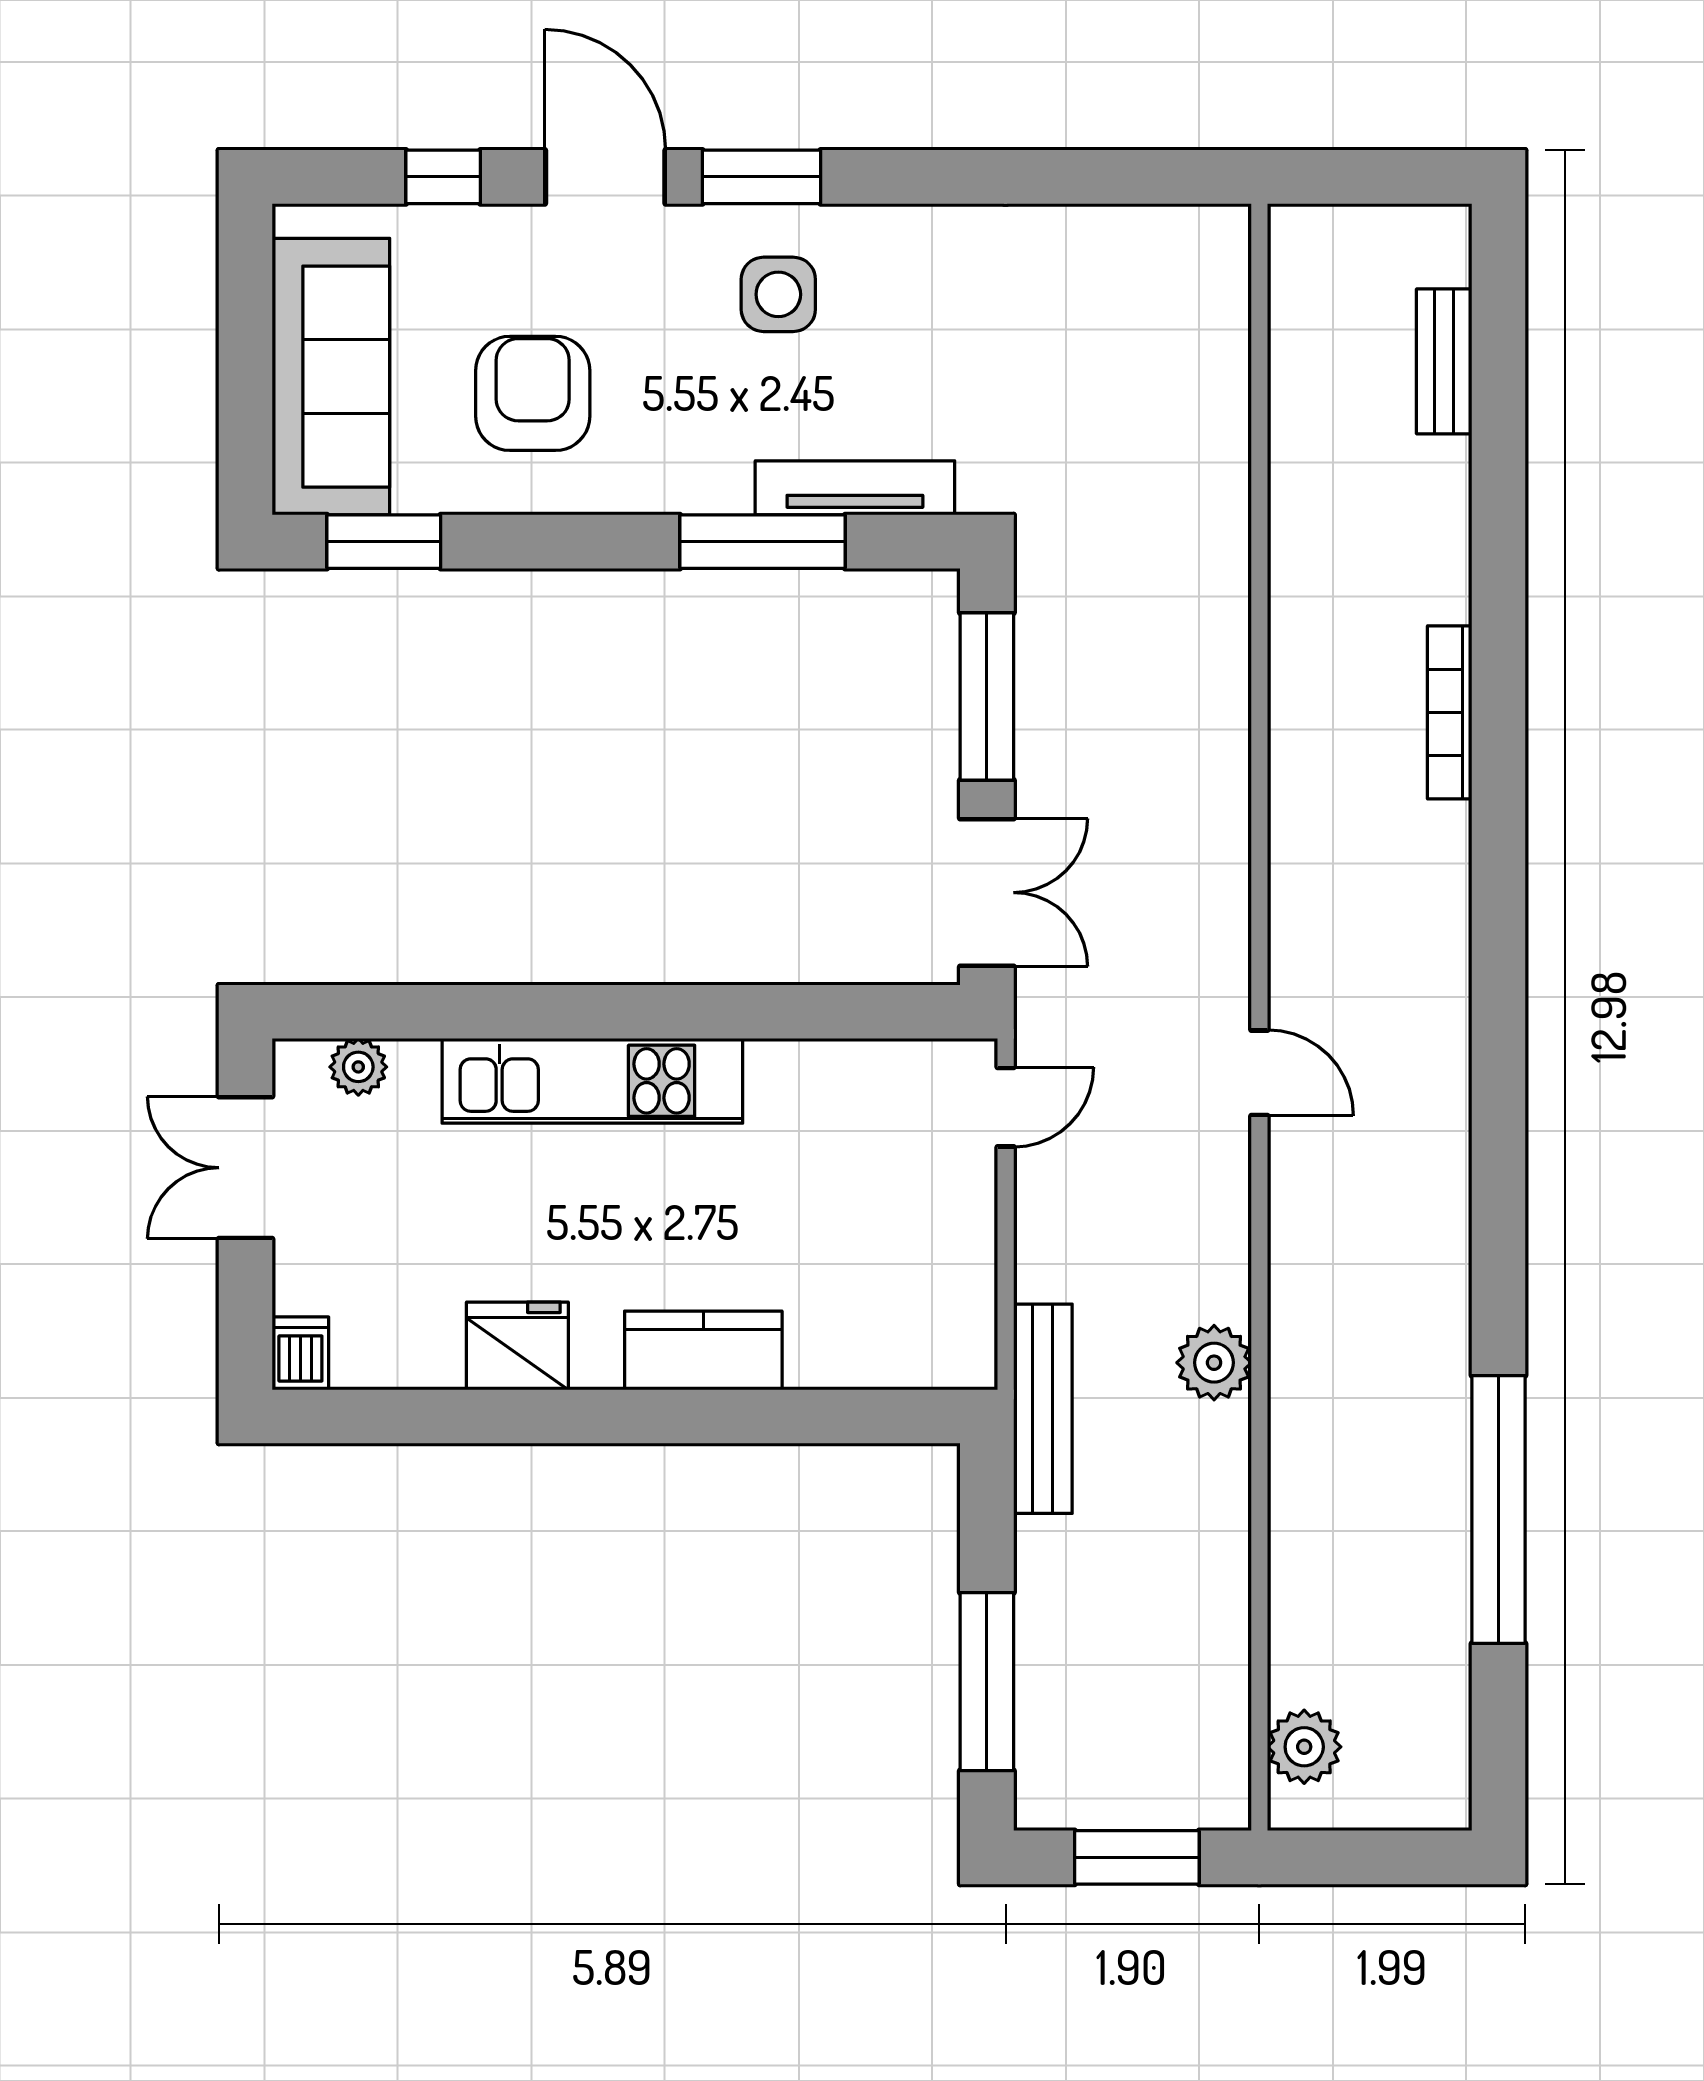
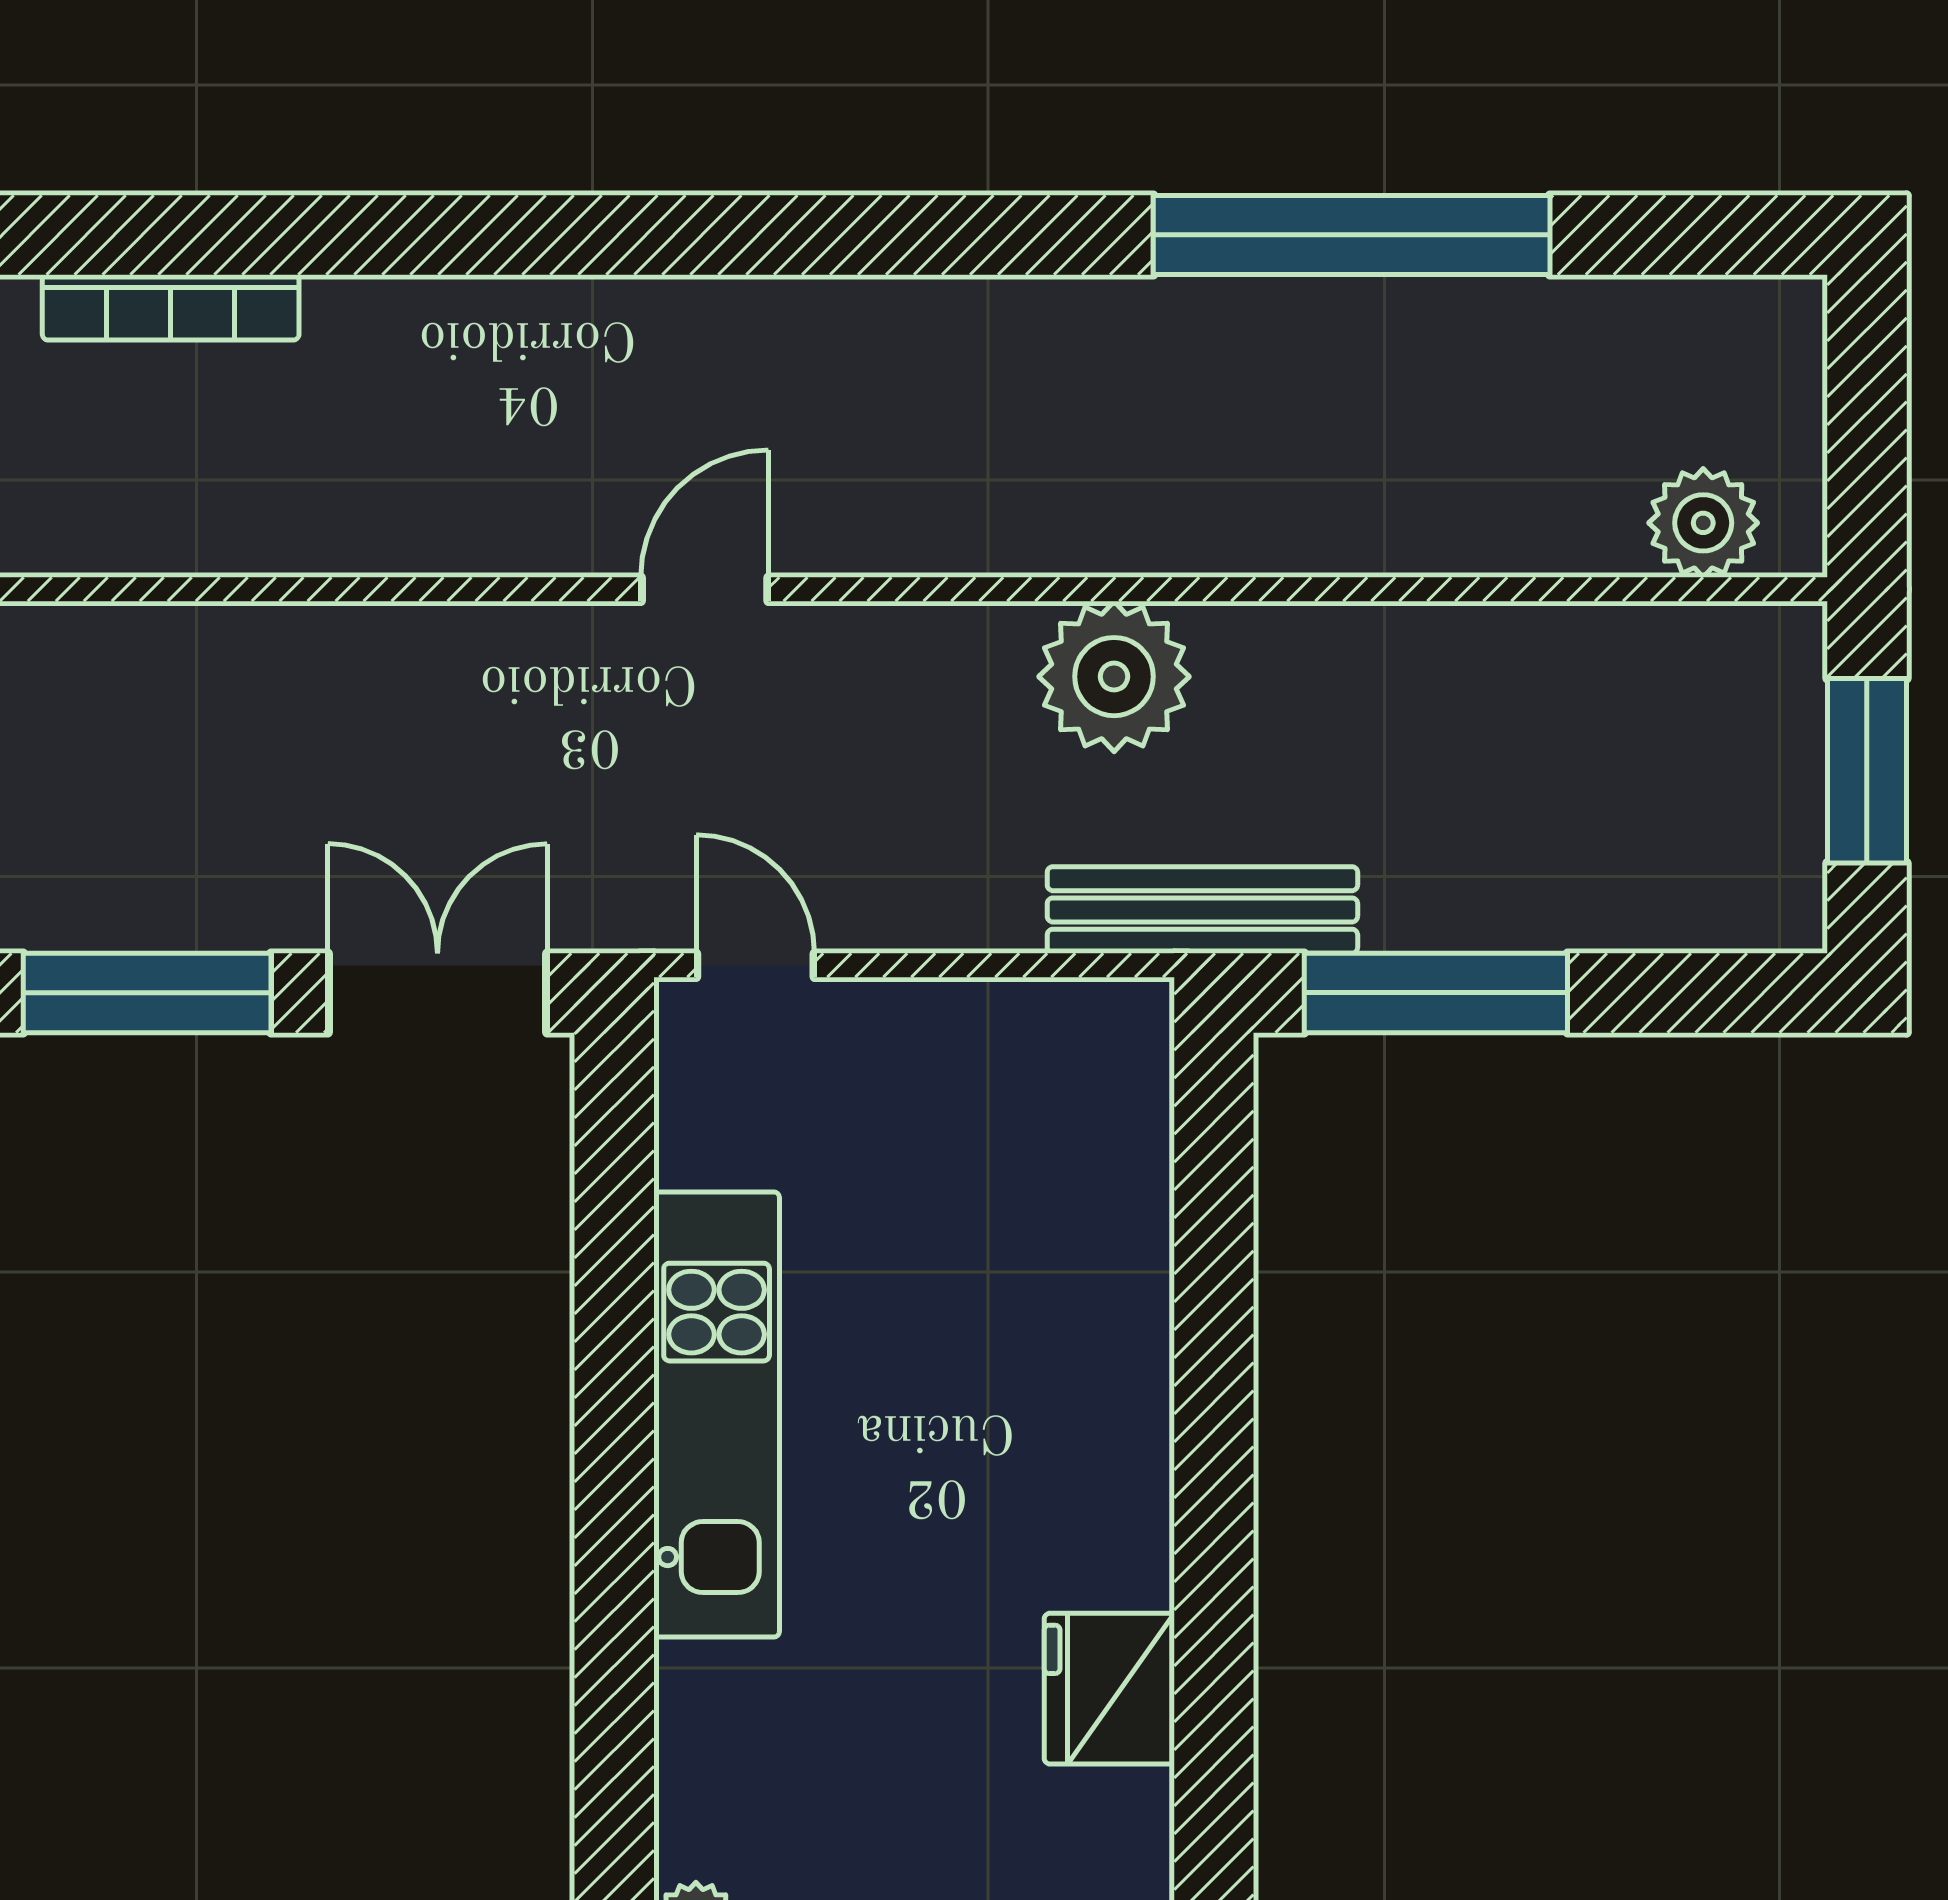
kitchen unit: (592, 1081) -> (717, 1415), moved
kitchen counter: (703, 1350) -> (1116, 1413), removed
plant: (1214, 1363) -> (1114, 677), width x1.36, depth x1.36
window: (987, 1682) -> (1436, 993), moved

